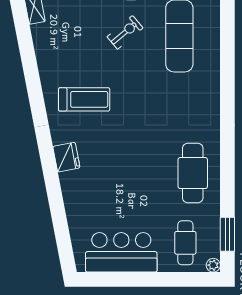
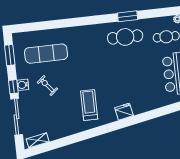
window: (227, 234) -> (128, 16), moved

